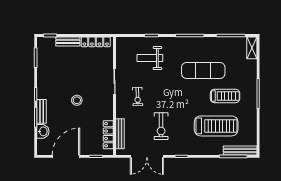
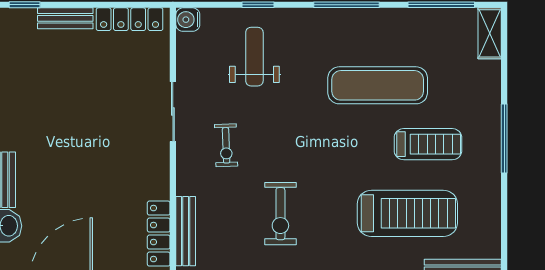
water cooler: (121, 42) -> (188, 20), added
weight bench: (150, 58) -> (254, 57), turned 90
stool: (77, 100) -> (86, 154), removed

